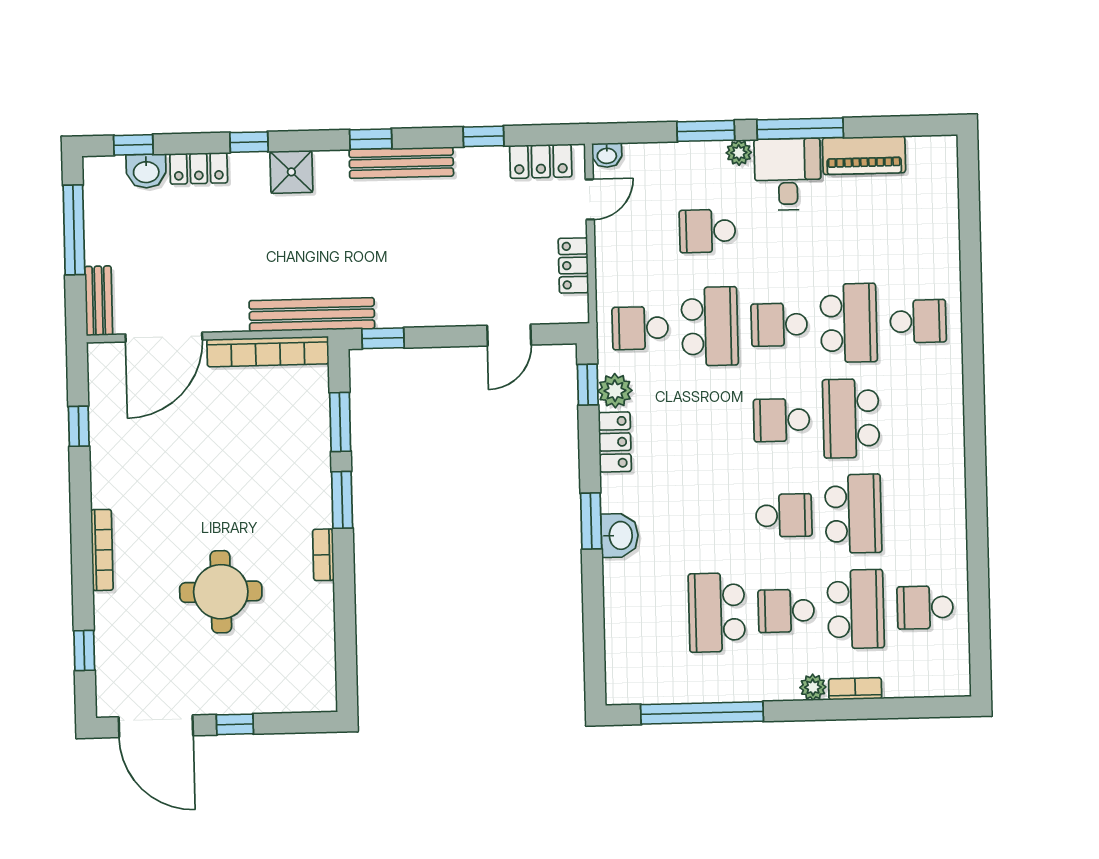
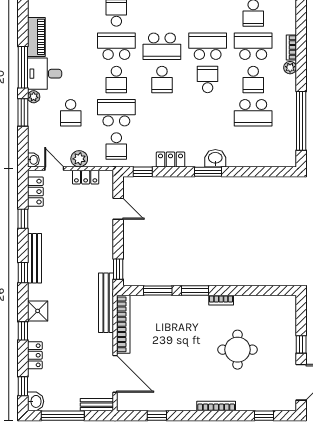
washbasin: (146, 171) -> (36, 401), moved
plant: (615, 391) -> (79, 159), moved

